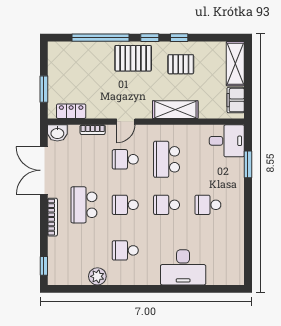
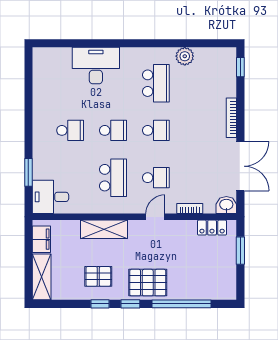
school desk: (84, 205) -> (199, 130), removed
school desk: (125, 250) -> (156, 83), width x1.85

